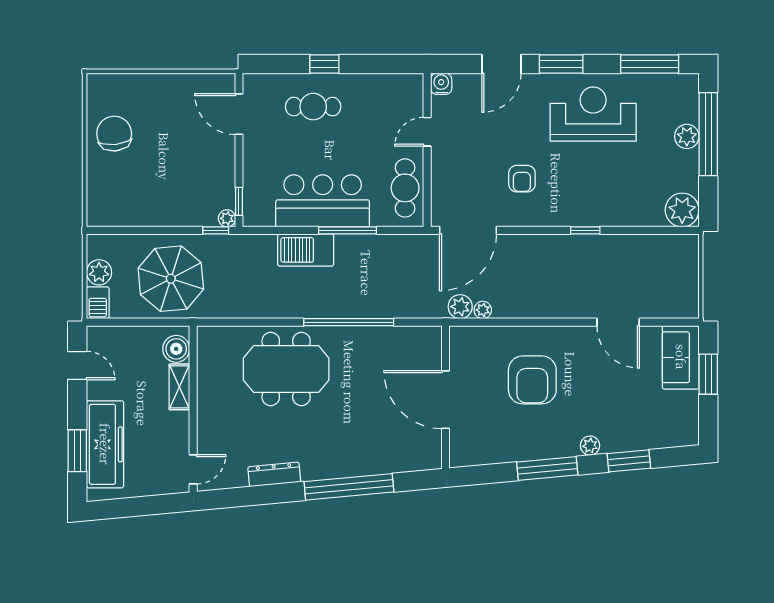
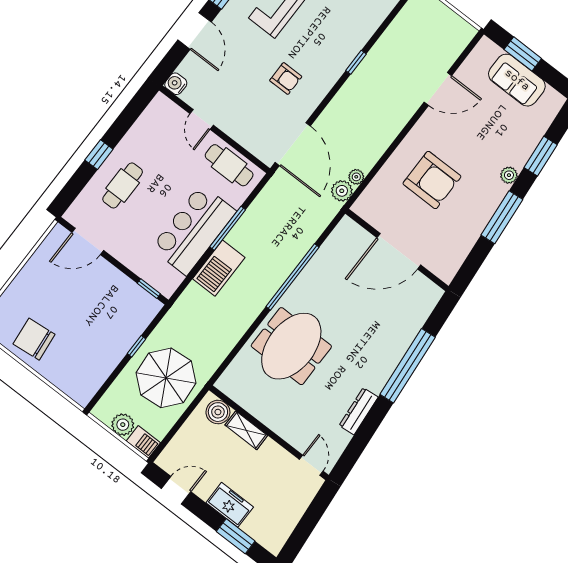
plant: (227, 218) -> (154, 306), removed
window: (216, 230) -> (136, 346), moved
sofa: (681, 357) -> (517, 80), moved
freezer: (105, 444) -> (230, 505), width x0.52, depth x0.79

